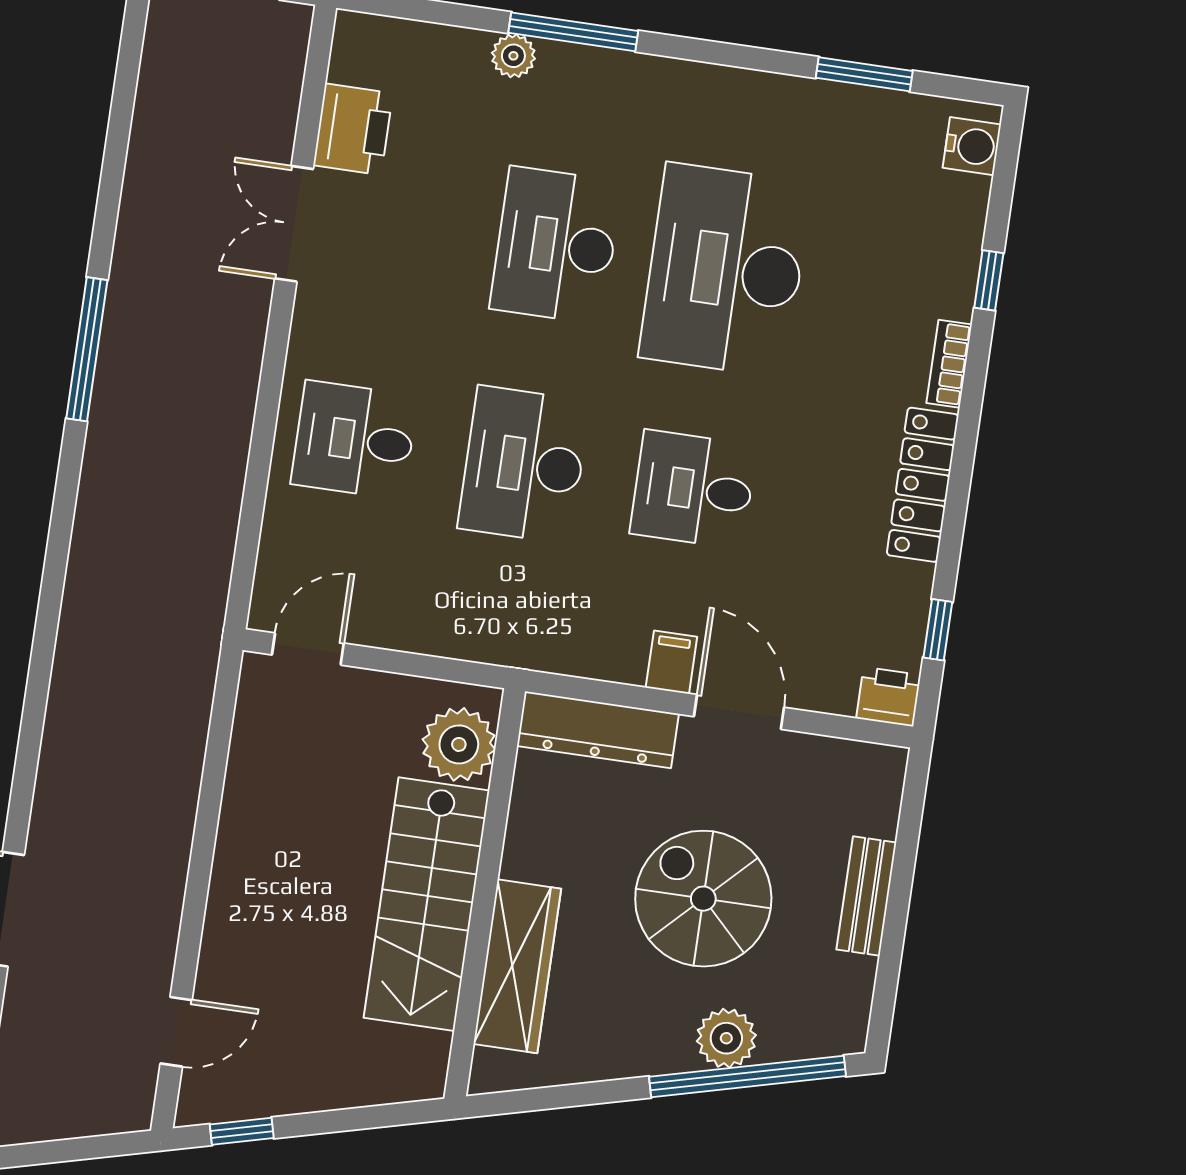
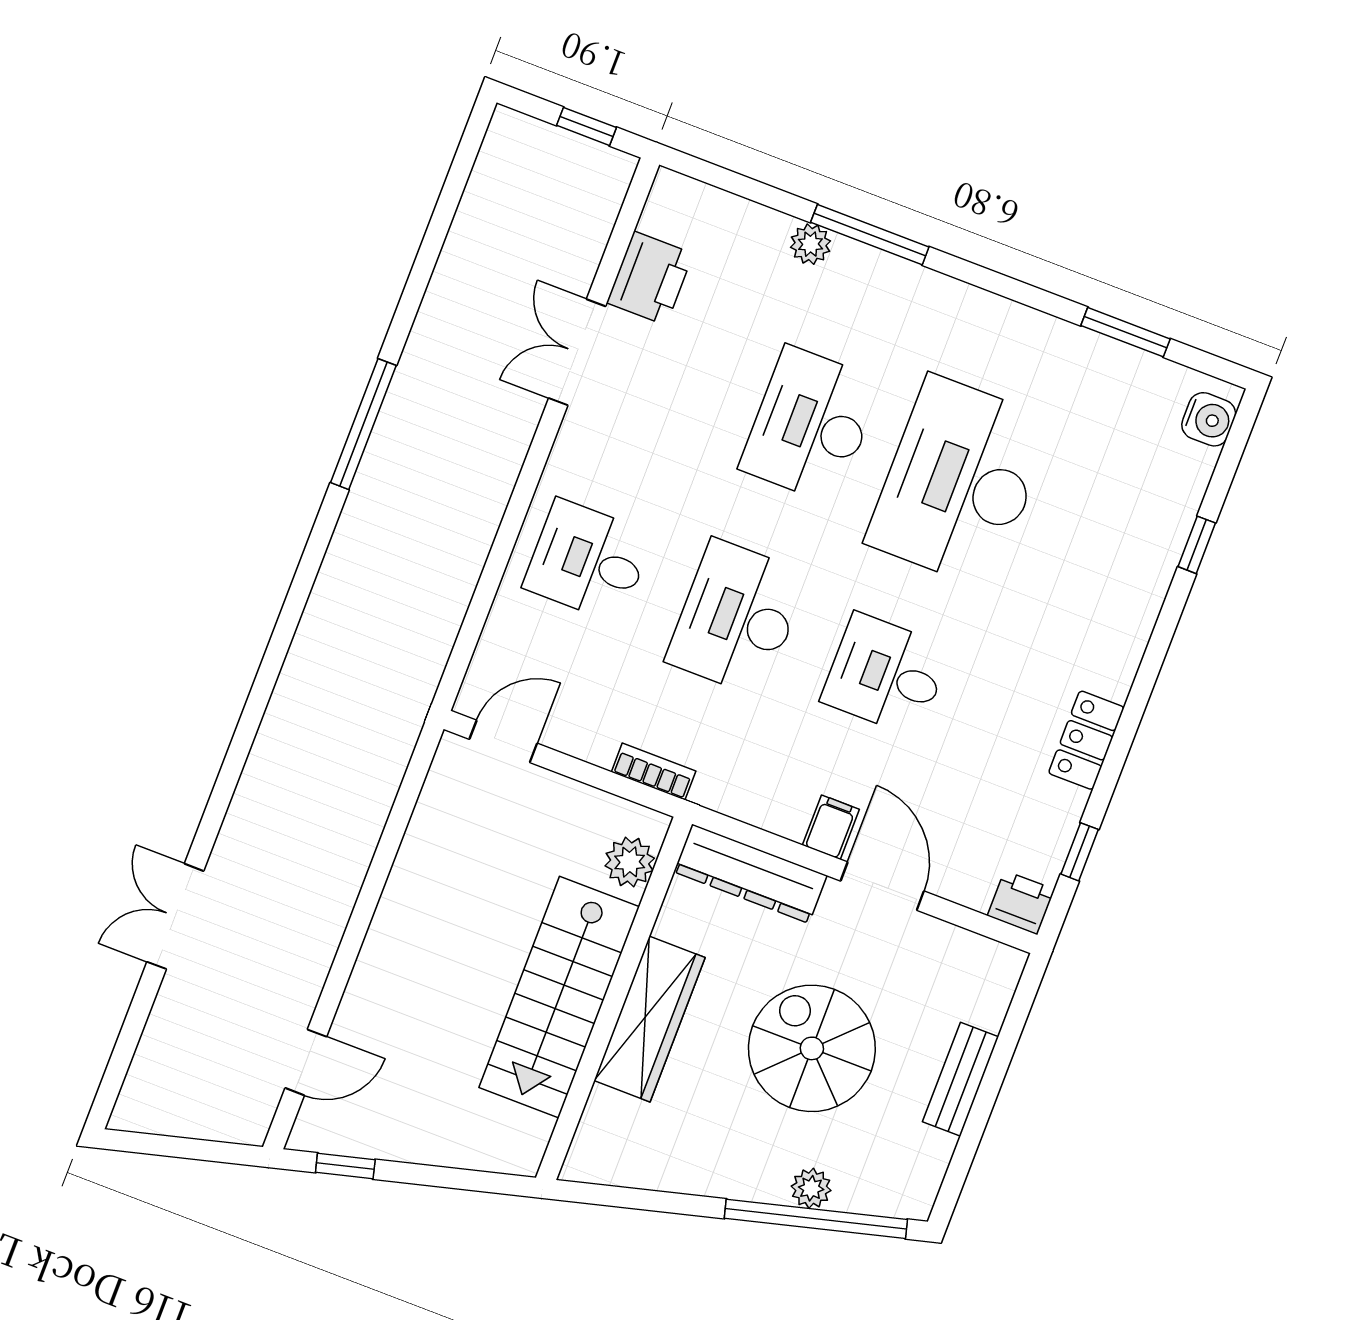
bookcase: (949, 364) -> (654, 772), moved, turned 90
locker: (923, 485) -> (1086, 740), width x0.66
plant: (459, 744) -> (630, 862), width x0.73, depth x0.73
wardrobe: (517, 966) -> (649, 1019), moved
plant: (726, 1038) -> (811, 1188), width x0.73, depth x0.73

